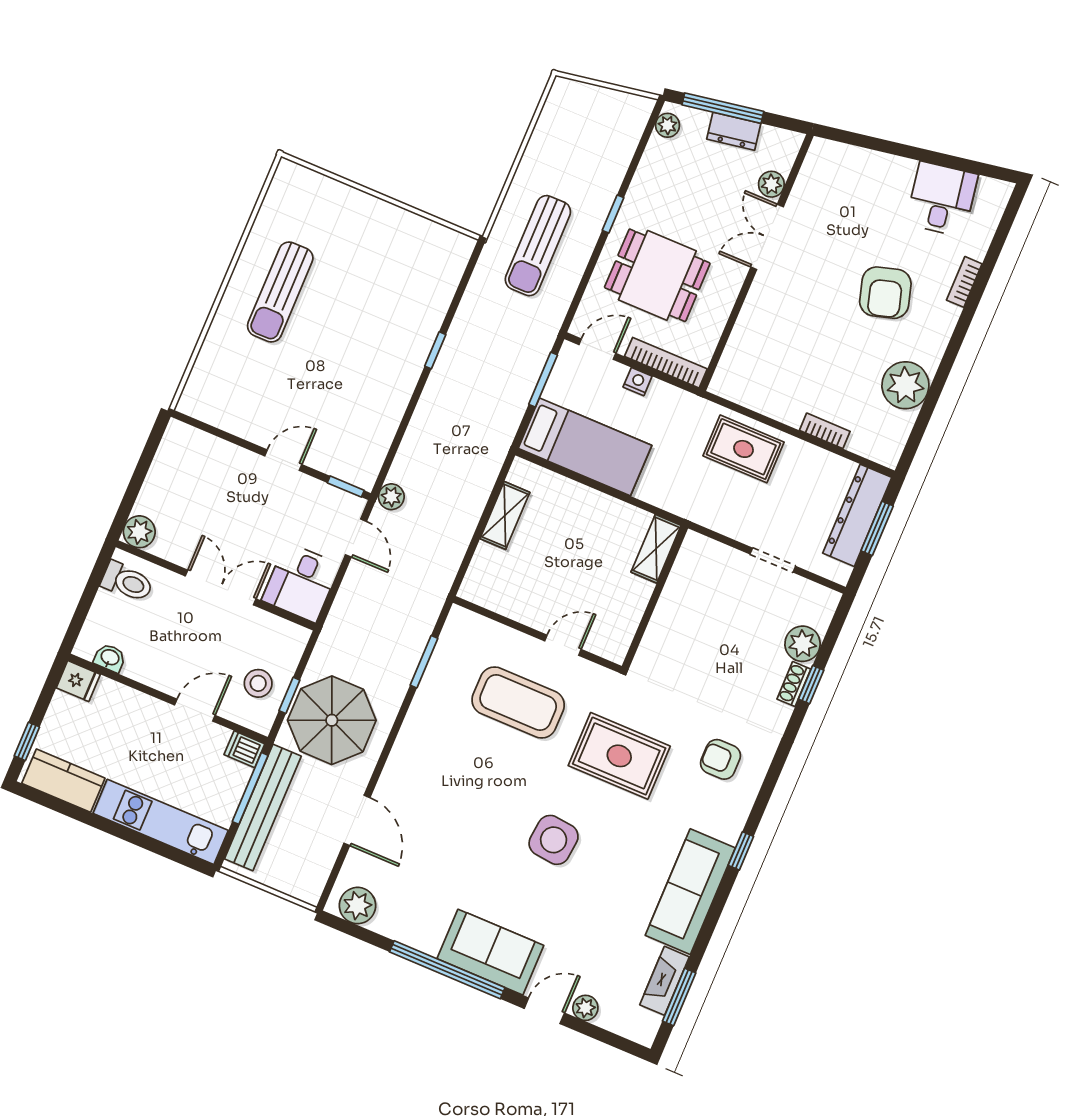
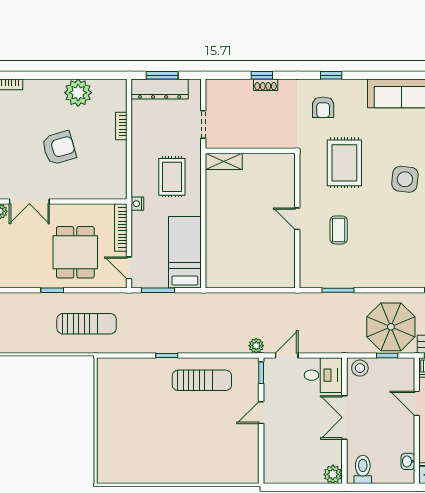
sun lounger: (280, 292) -> (202, 380), moved
armchair: (885, 293) -> (59, 148), moved
nightstand: (638, 382) -> (137, 204), moved
rug: (744, 449) -> (172, 177), moved
door: (283, 460) -> (261, 413), hinge flipped
shelving: (505, 515) -> (240, 280), removed
shelving: (656, 549) -> (224, 161), moved
wall: (655, 597) -> (250, 151), moved
plant: (803, 644) -> (242, 89), removed
stool: (258, 683) -> (360, 368), moved
coffee table: (518, 702) -> (339, 230), width x0.54, depth x0.58
window: (741, 851) -> (331, 75), moved

